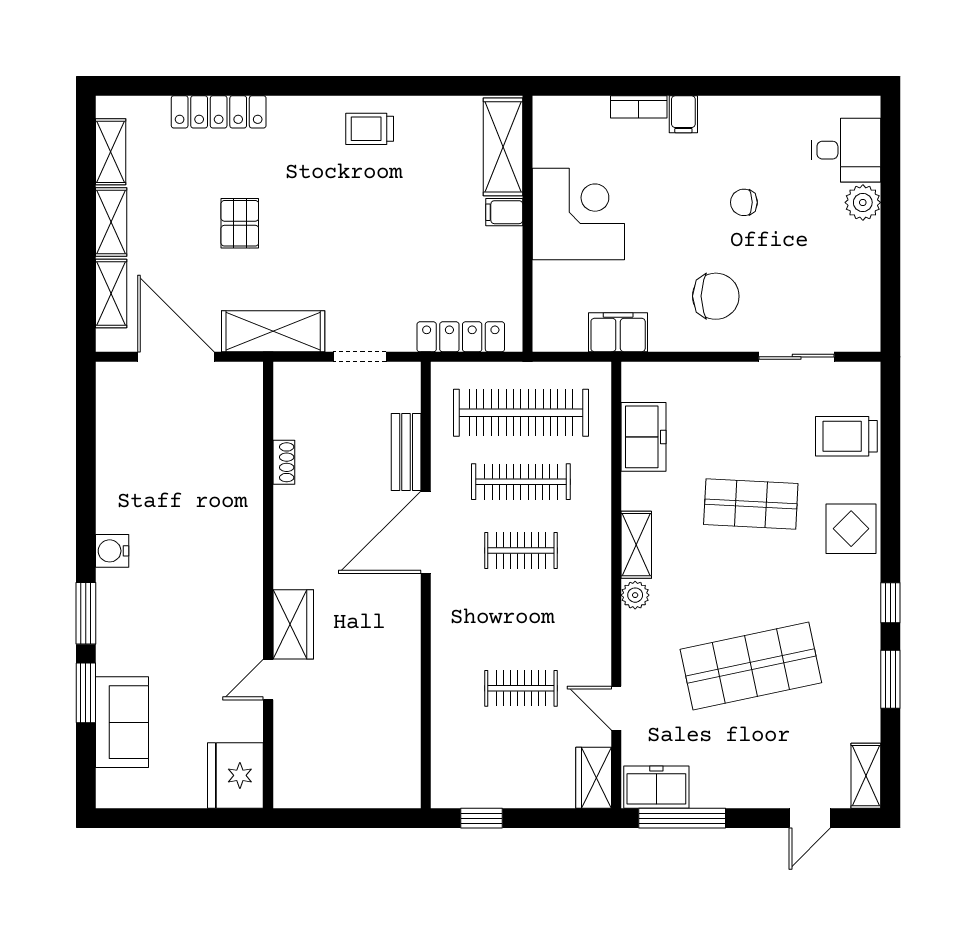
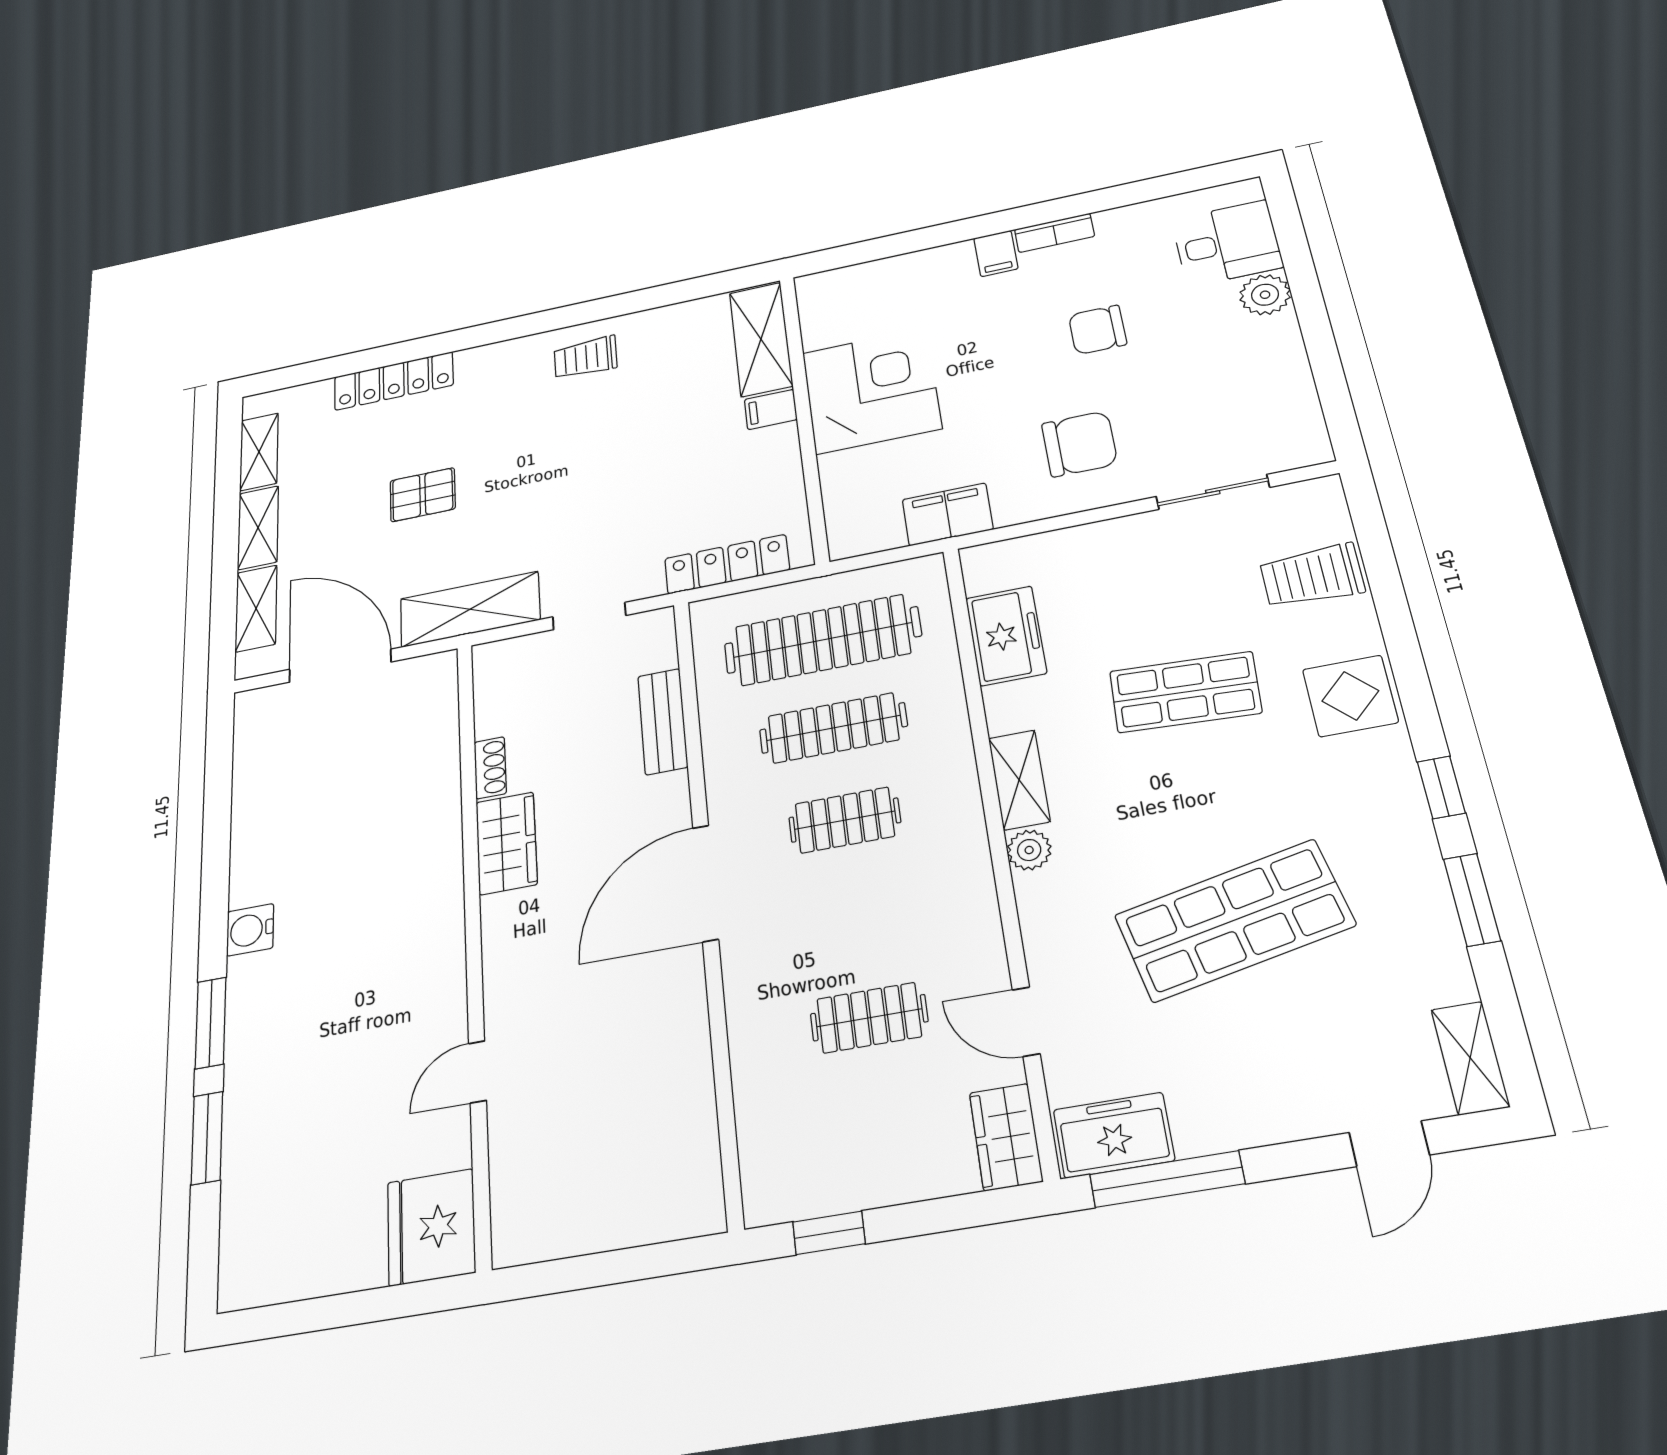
bookcase: (639, 107) -> (1054, 233), moved
chair: (744, 202) -> (1097, 330), width x1.37, depth x1.37
pallet: (240, 223) -> (423, 495), turned 90
door: (426, 532) -> (706, 883), moved
wardrobe: (293, 624) -> (506, 843), moved
sofa: (122, 722) -> (259, 1173), removed

